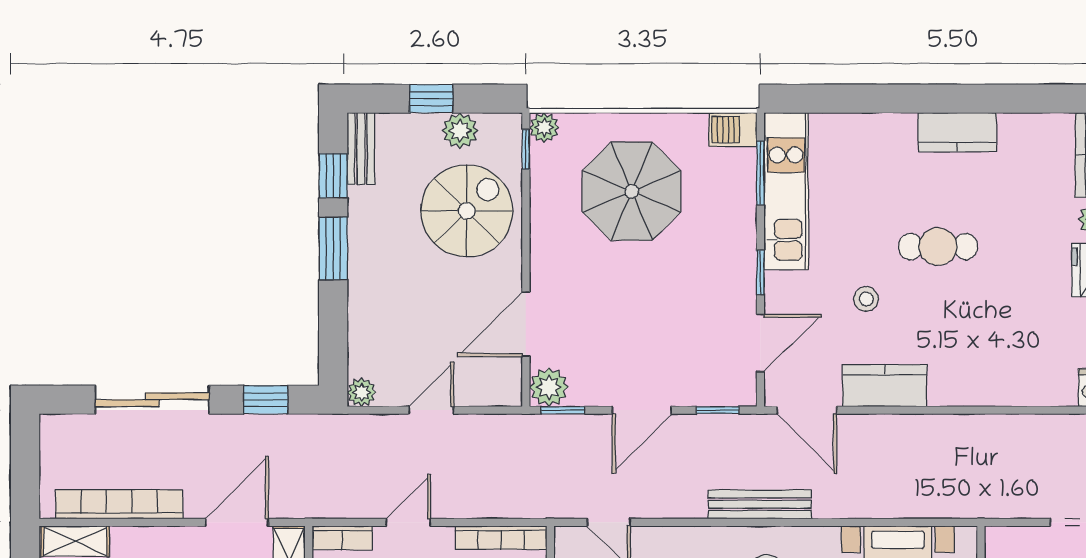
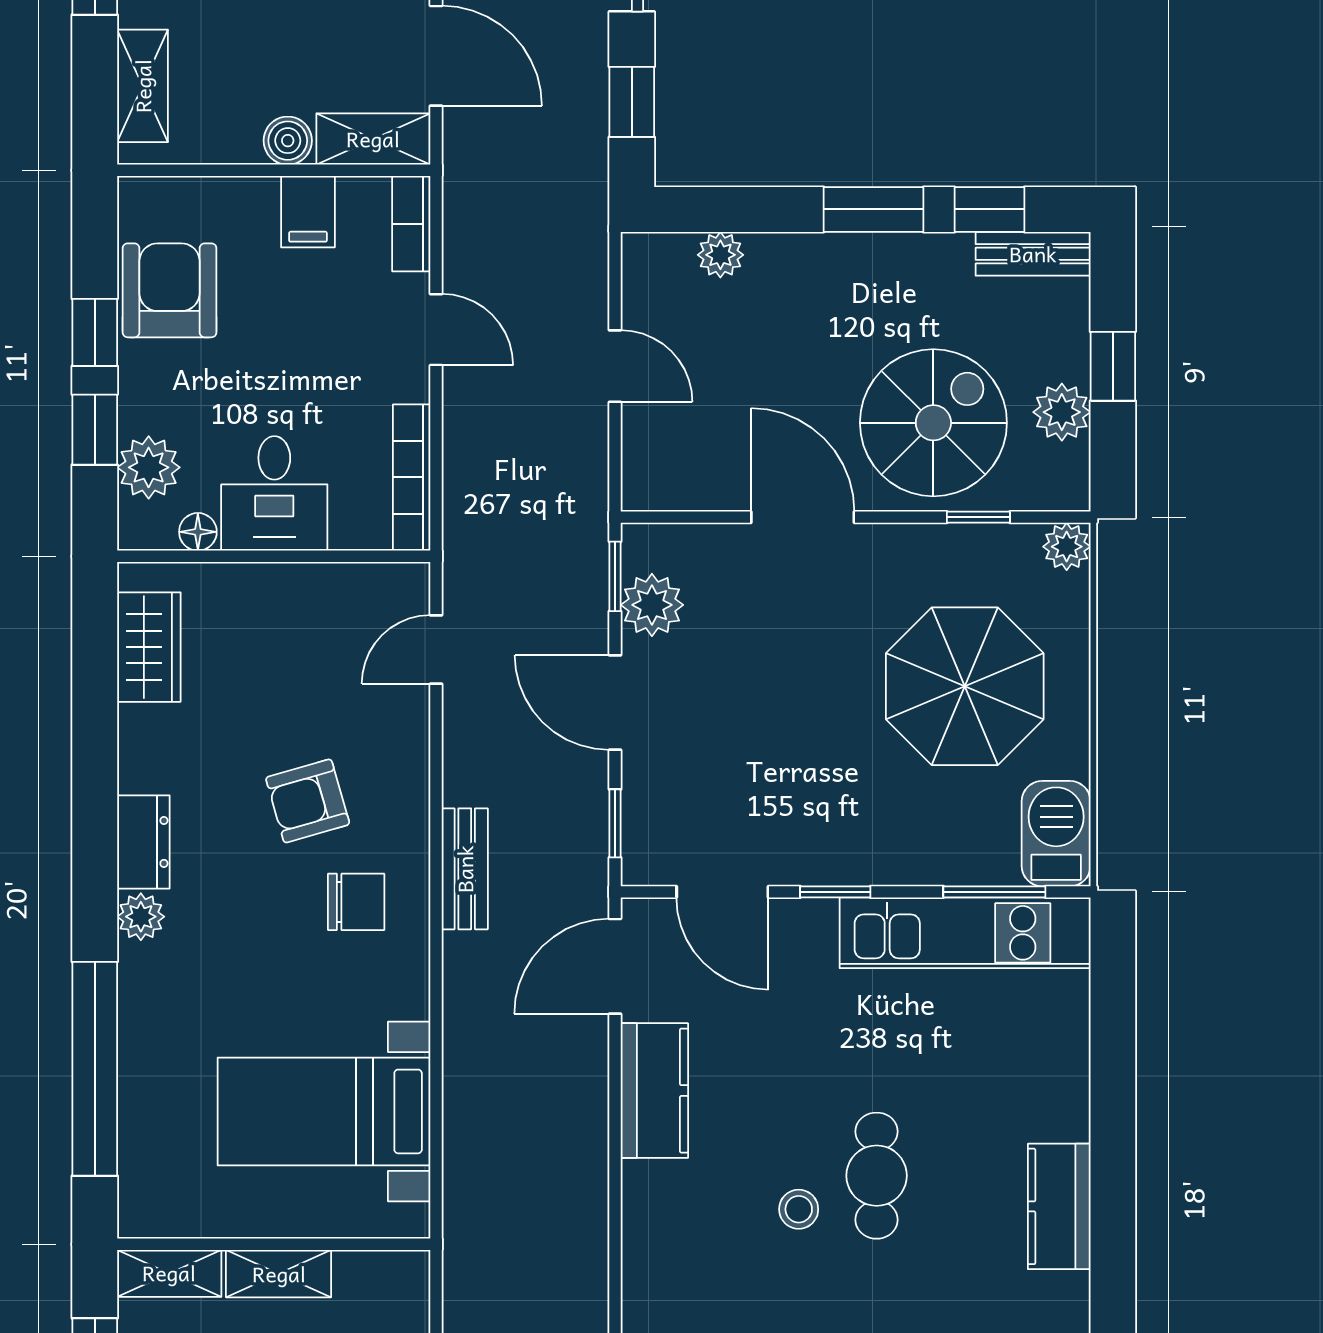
barbecue: (733, 130) -> (1056, 834), width x1.38, depth x1.27
window: (526, 149) -> (978, 517), moved
spiral stairs: (467, 211) -> (933, 423), turned -90
stool: (866, 299) -> (799, 1209), moved
door: (526, 324) -> (803, 517), moved
plant: (549, 387) -> (652, 605), moved
plant: (362, 392) -> (720, 255), moved
bench: (760, 504) -> (465, 869), width x0.73

